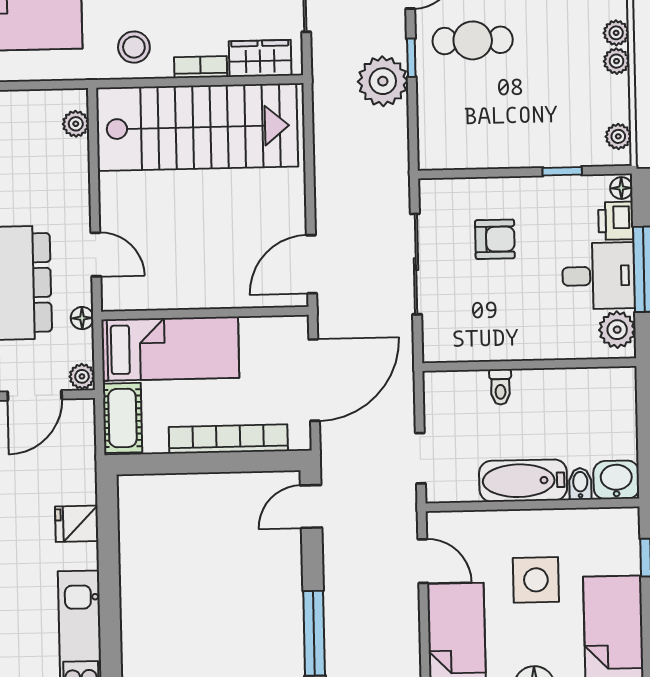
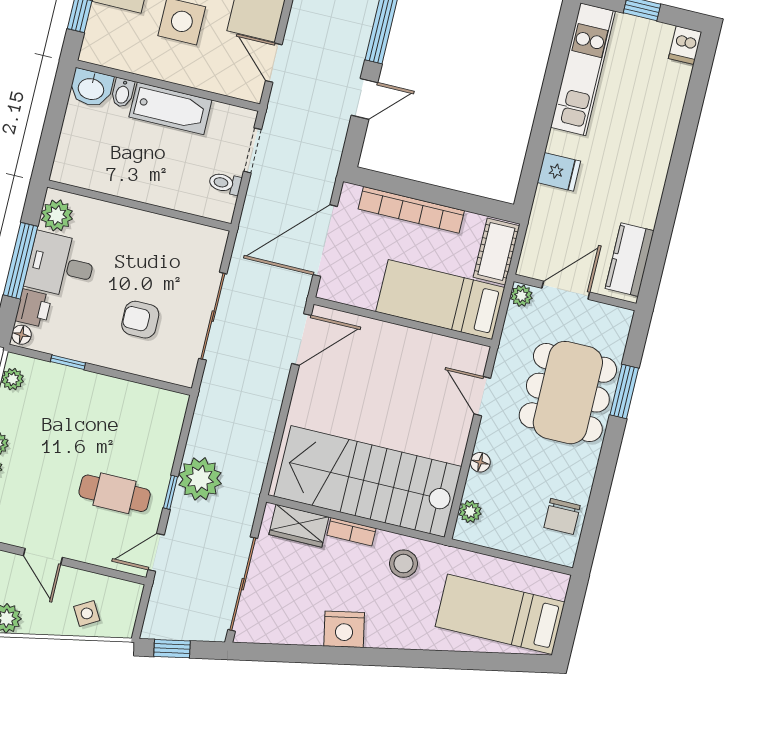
floor lamp: (82, 318) -> (480, 462), moved
toilet: (500, 387) -> (225, 183), moved, turned -90
door: (311, 507) -> (365, 99), moved

